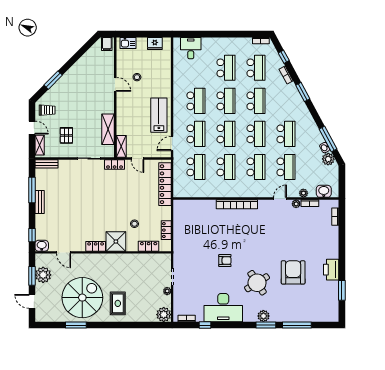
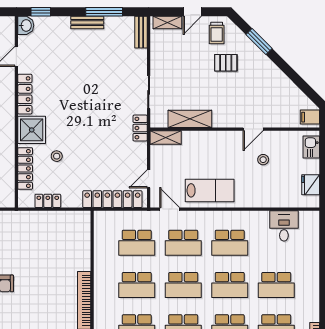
desk: (191, 48) -> (284, 226), moved, turned -90
pallet: (66, 135) -> (226, 63), moved
door: (137, 158) -> (149, 179), moved
locker: (96, 246) -> (25, 94), width x1.53
locker: (149, 246) -> (25, 168), width x1.53

